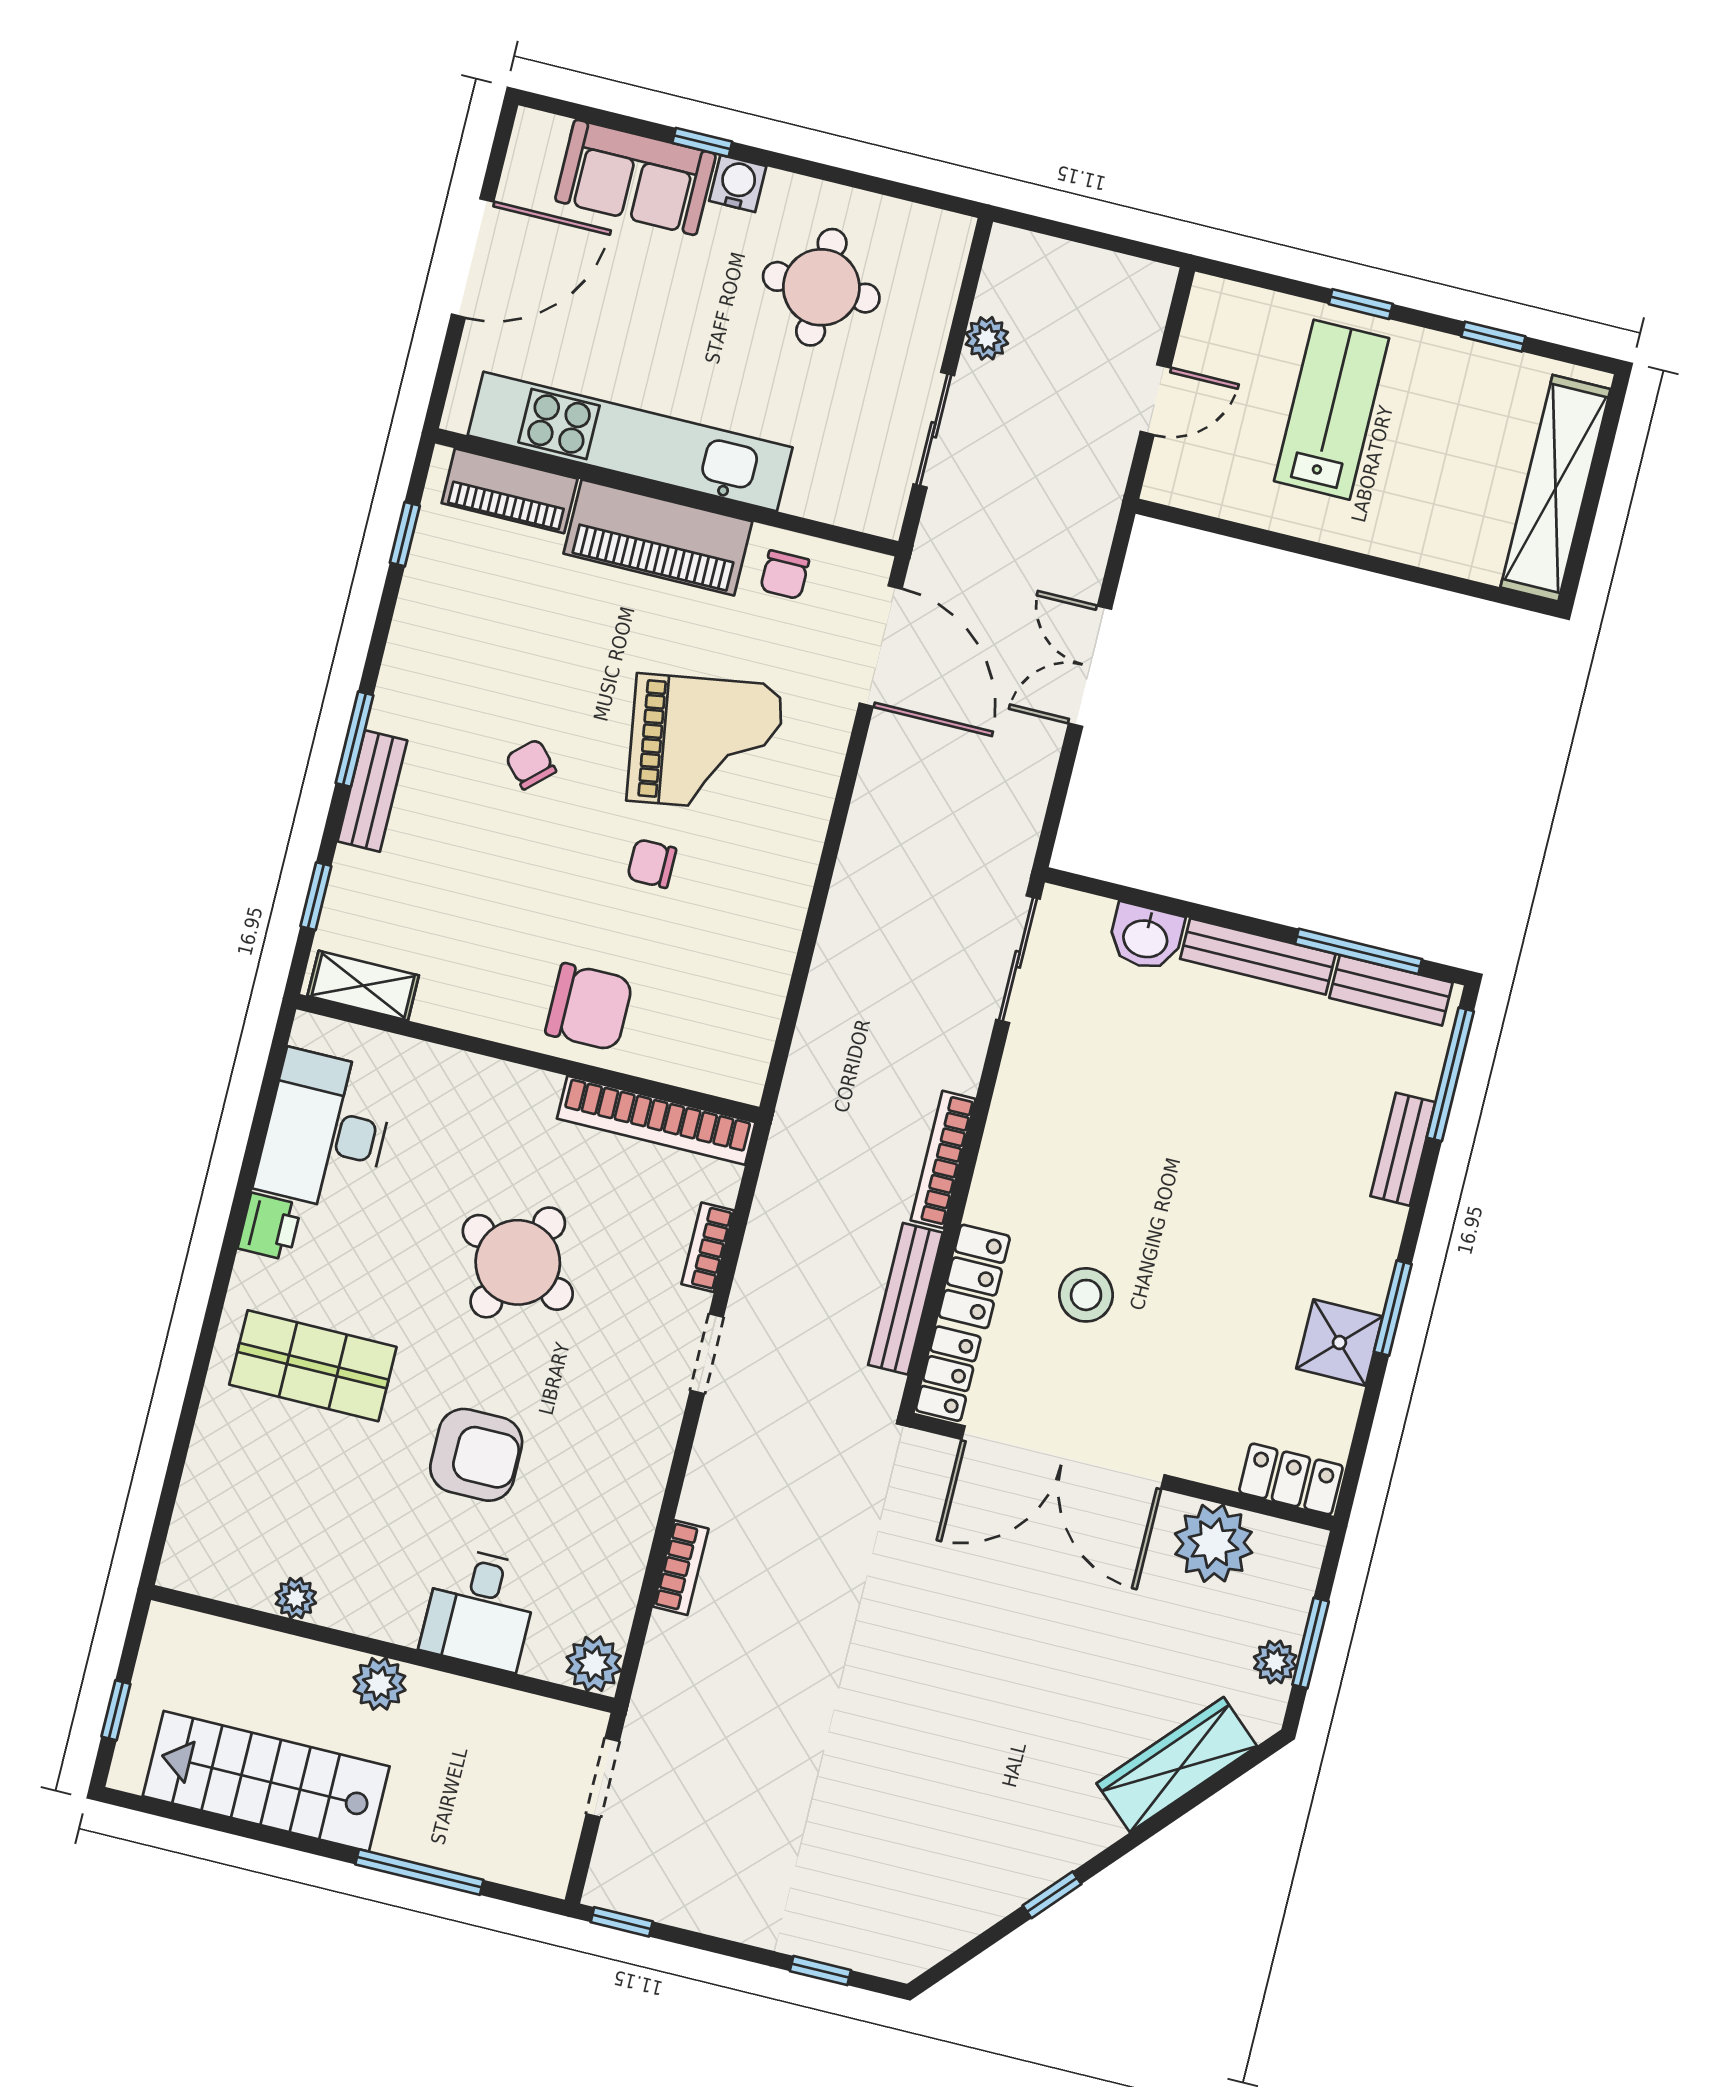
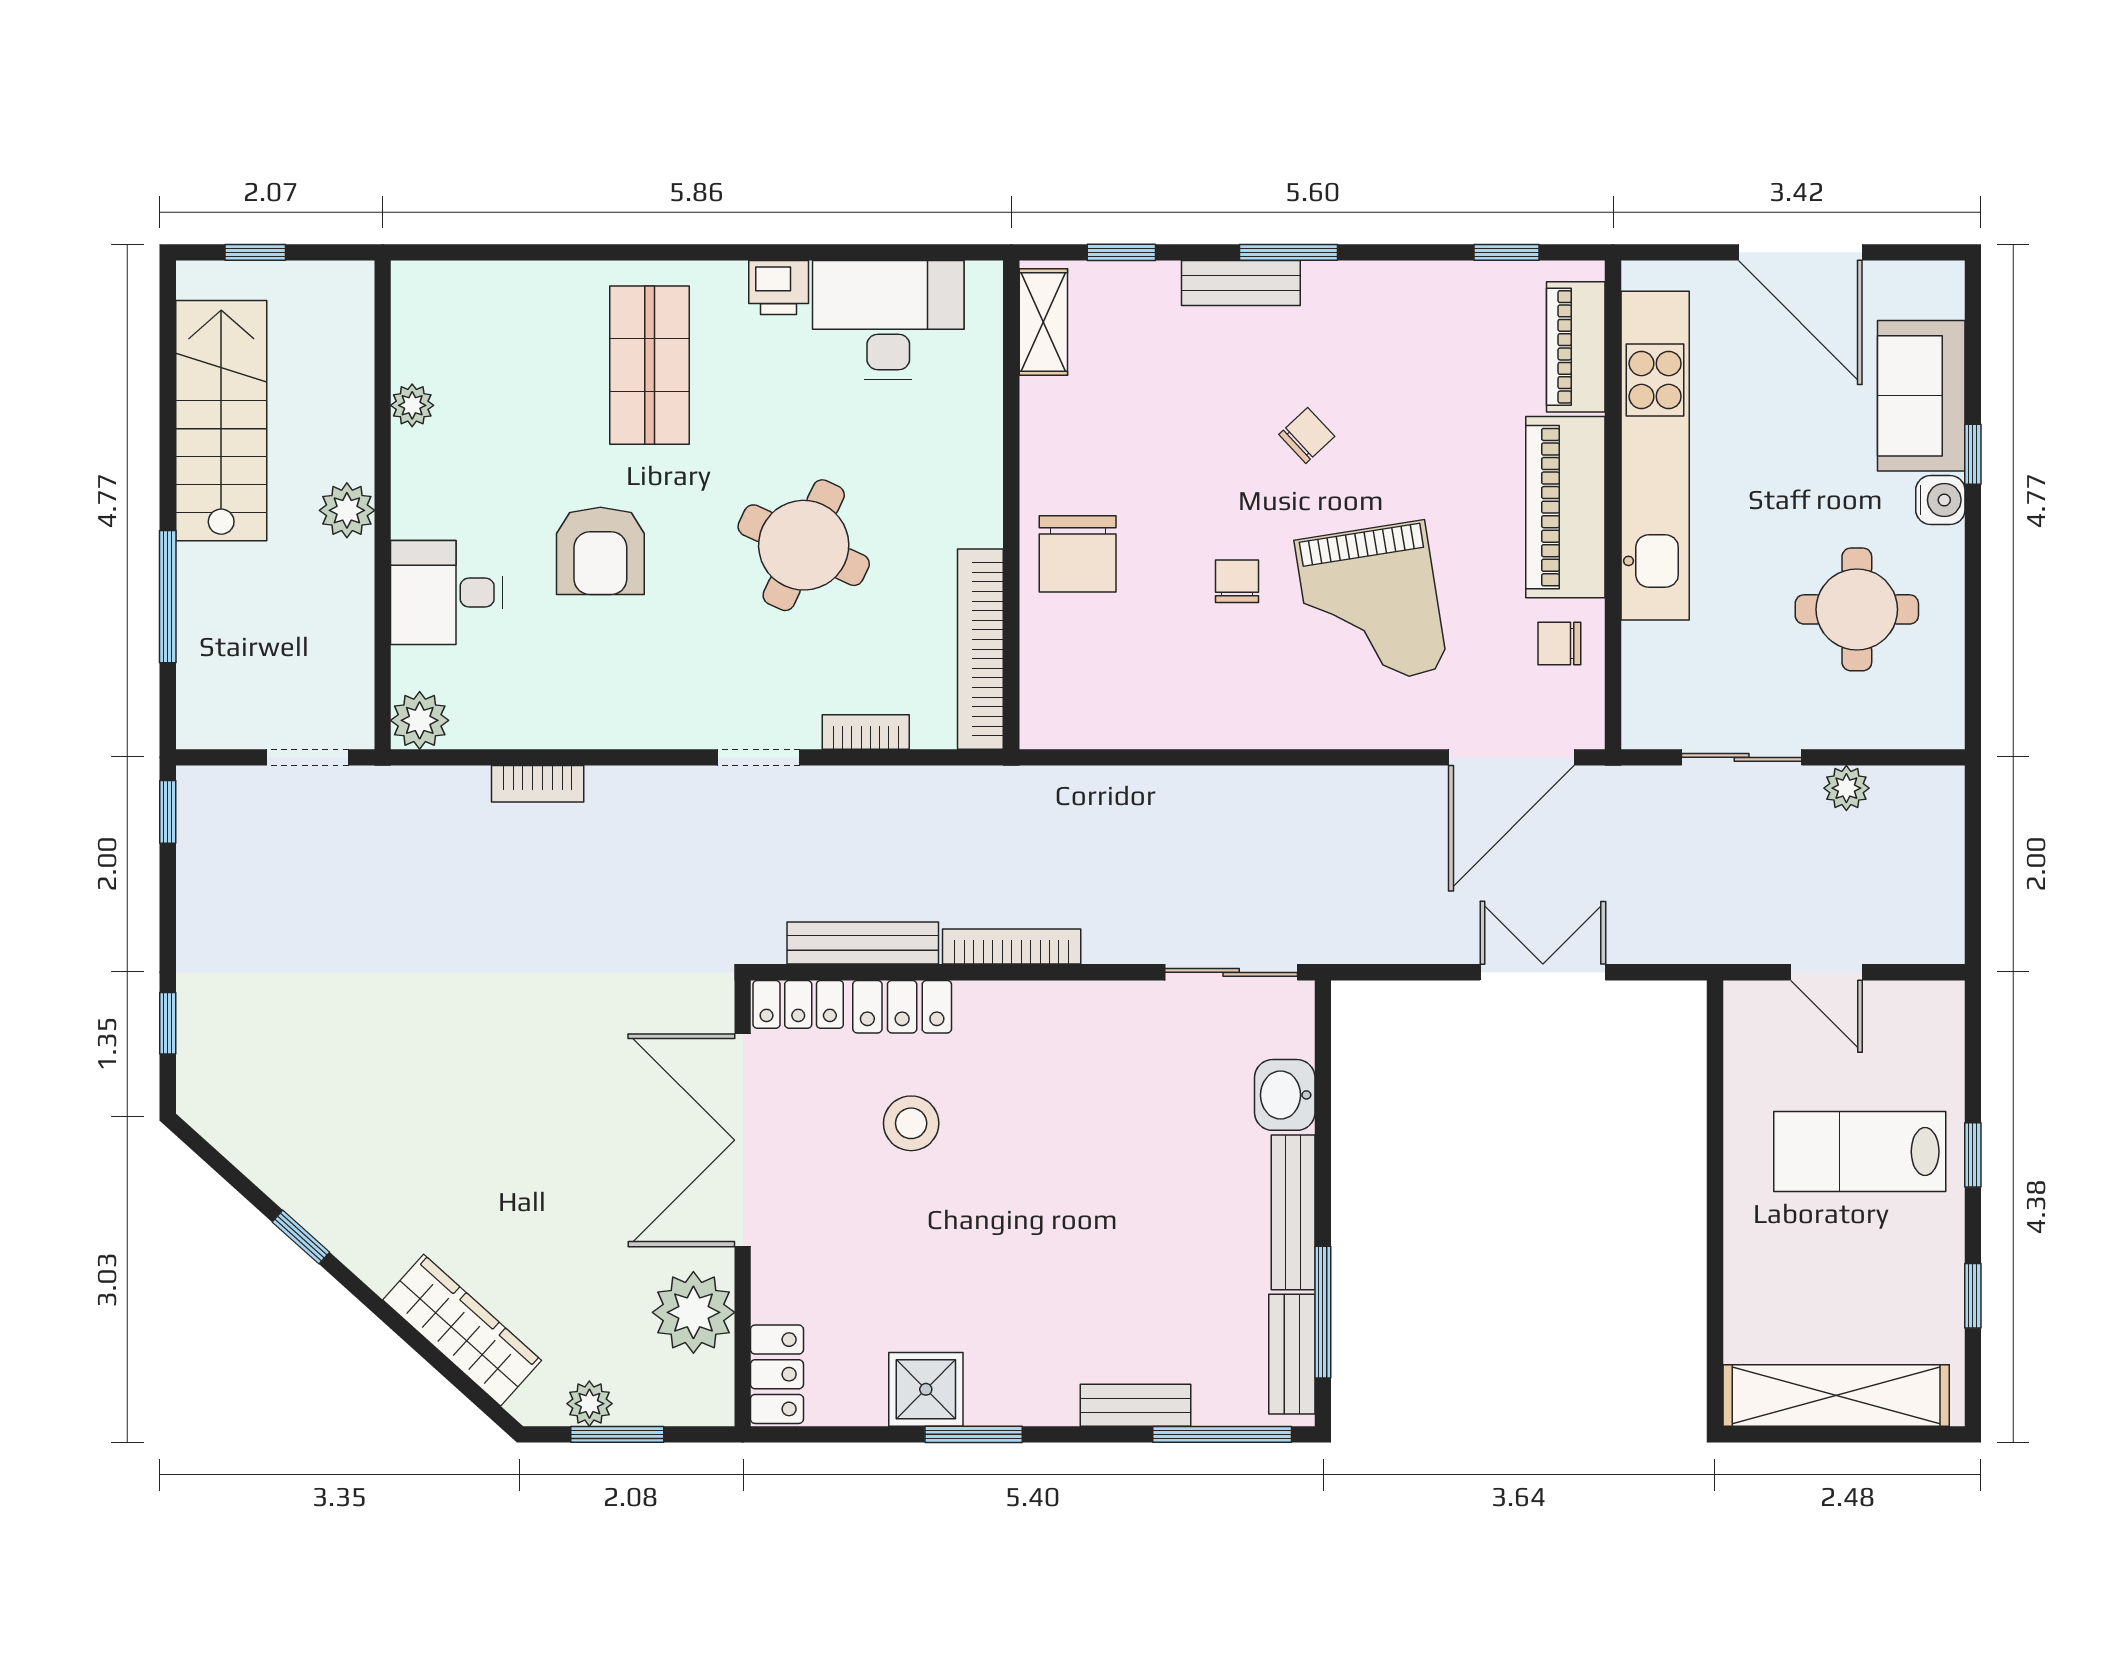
lab bench: (1332, 410) -> (1860, 1152), turned 180

